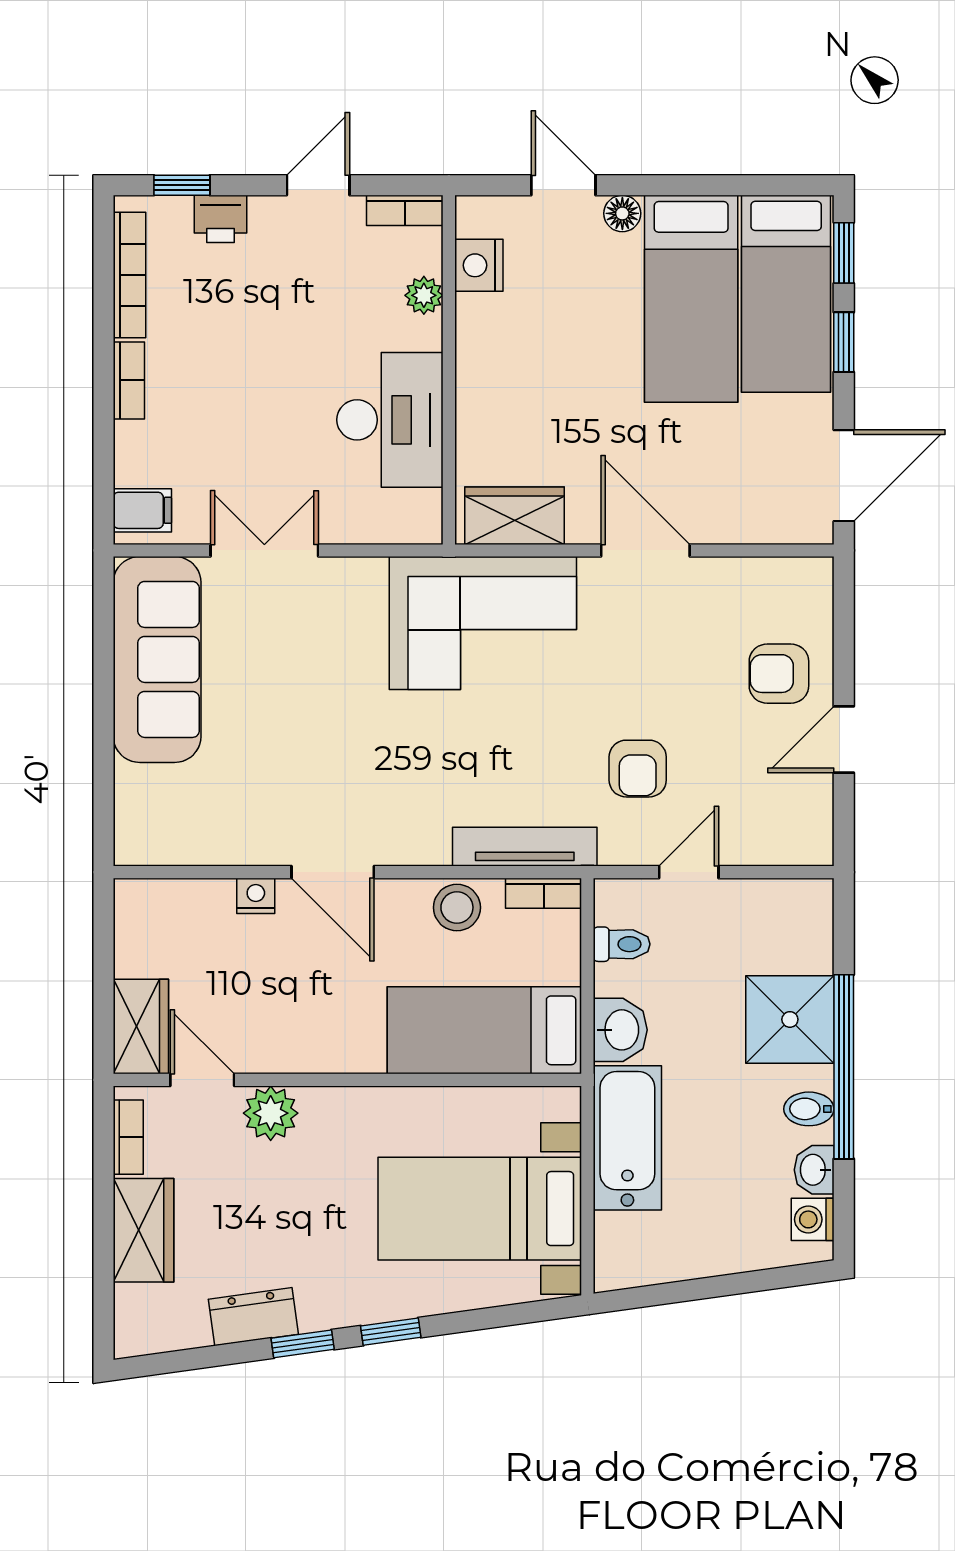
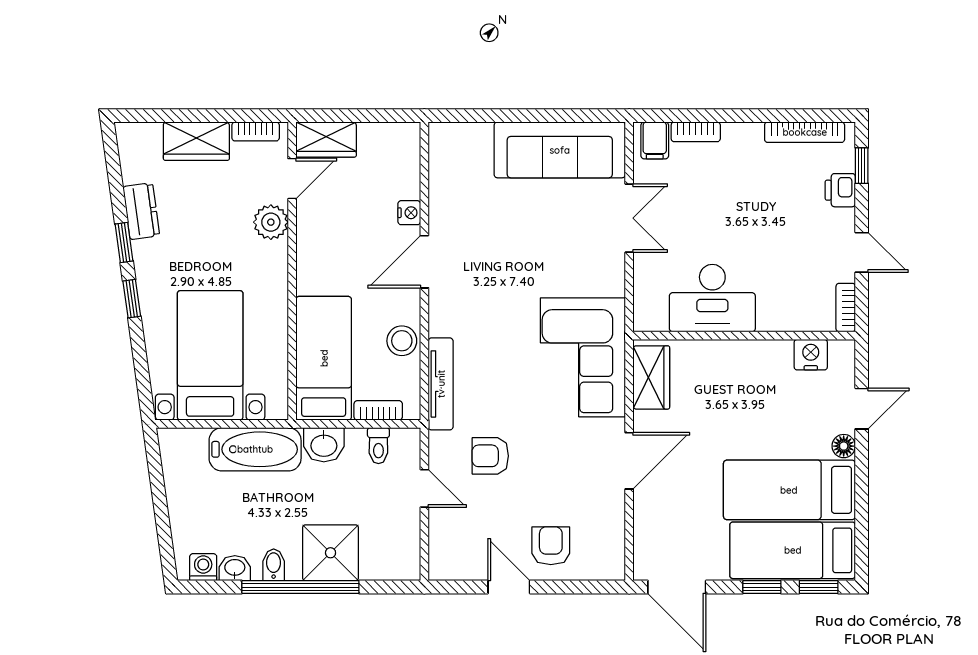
plant: (424, 295) -> (792, 320), removed
bookcase: (129, 380) -> (696, 132), moved
bookcase: (544, 893) -> (378, 410), moved, turned 90

